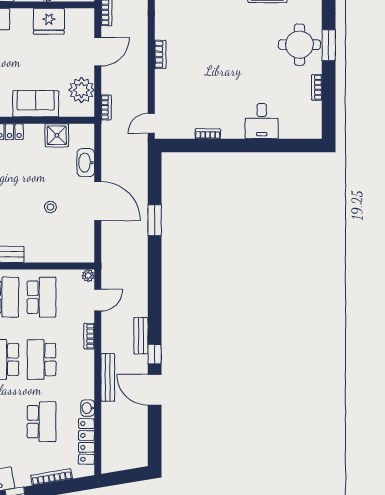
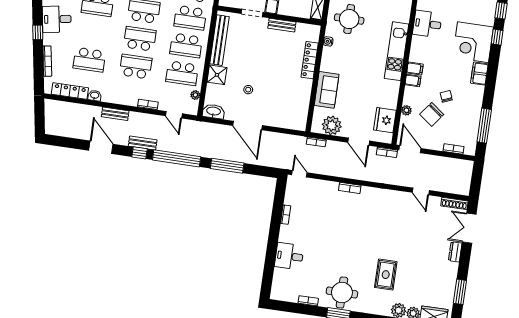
fridge: (49, 21) -> (385, 120), moved
shower: (57, 135) -> (217, 75), moved
washbasin: (86, 163) -> (213, 111), moved
door: (98, 201) -> (248, 125), hinge flipped
window: (155, 220) -> (227, 166), width x1.44
plant: (88, 276) -> (195, 95), moved
window: (155, 288) -> (177, 158), added
window: (155, 354) -> (140, 153), moved
bench: (108, 377) -> (115, 114), width x0.73
door: (155, 390) -> (101, 147), hinge flipped

